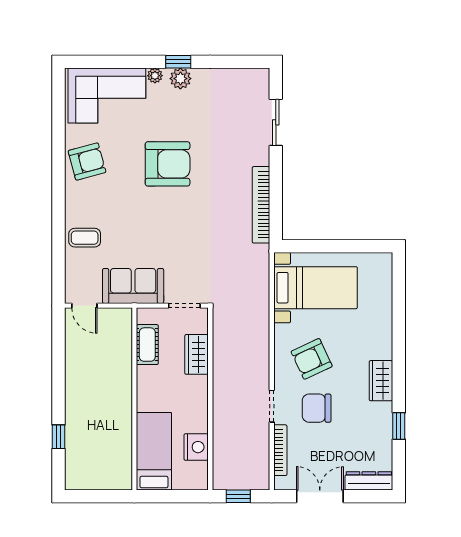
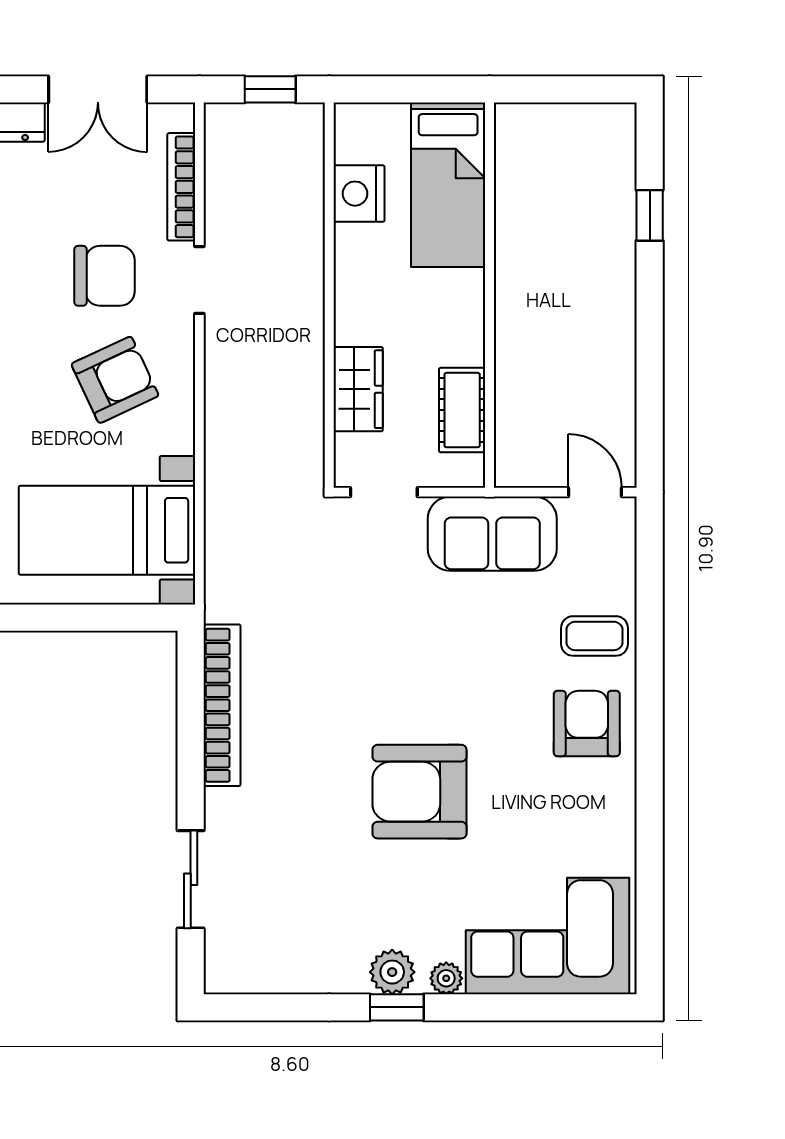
armchair: (87, 162) -> (587, 724), moved, turned 105

